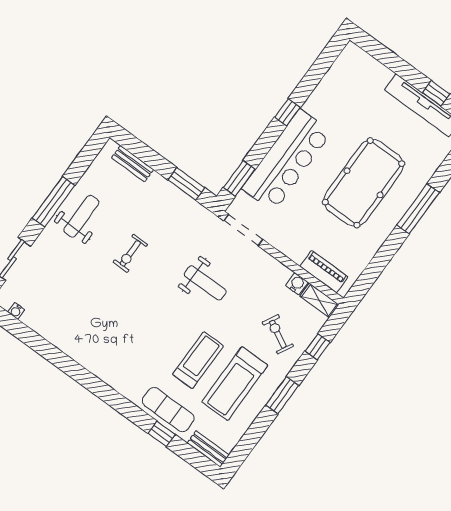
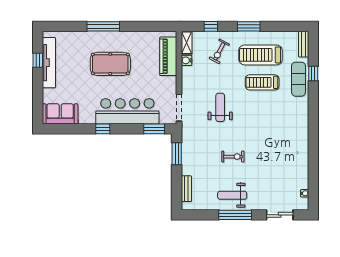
sofa: (346, 72) -> (60, 114), added
pool table: (364, 183) -> (110, 64), width x0.73, depth x0.76
piano: (324, 272) -> (168, 56), width x1.37, depth x1.33
treadmill: (235, 384) -> (260, 55), turned 180

